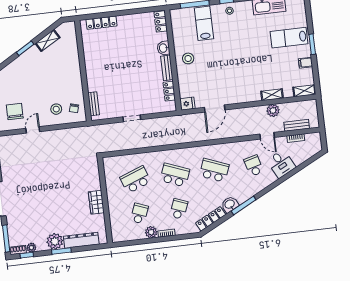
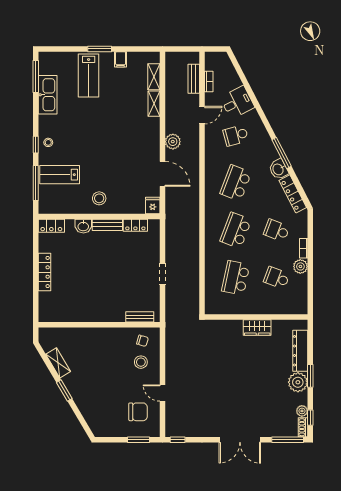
locker: (101, 23) -> (45, 272), moved
shelving: (304, 91) -> (154, 77), moved
plant: (273, 110) -> (173, 142), moved
chair: (15, 112) -> (138, 412), turned 180
school desk: (135, 180) -> (236, 278), turned 33

